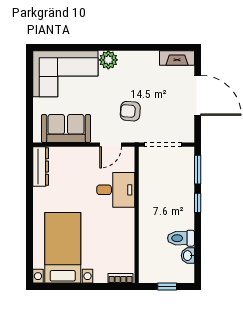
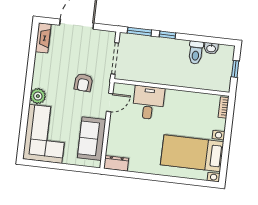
door: (111, 145) -> (110, 103), hinge flipped
dresser: (41, 167) -> (116, 163), width x0.70

